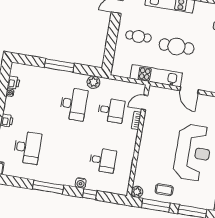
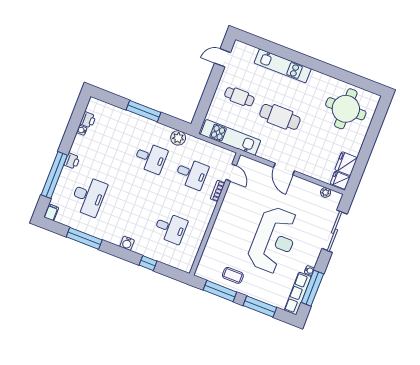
kitchen unit: (156, 76) -> (231, 137), moved
door: (145, 102) -> (231, 173), swing flipped
desk: (74, 104) -> (151, 158), width x0.73
water cooler: (81, 183) -> (127, 243), moved
window: (48, 187) -> (84, 238), moved
plant: (137, 192) -> (202, 271), removed

